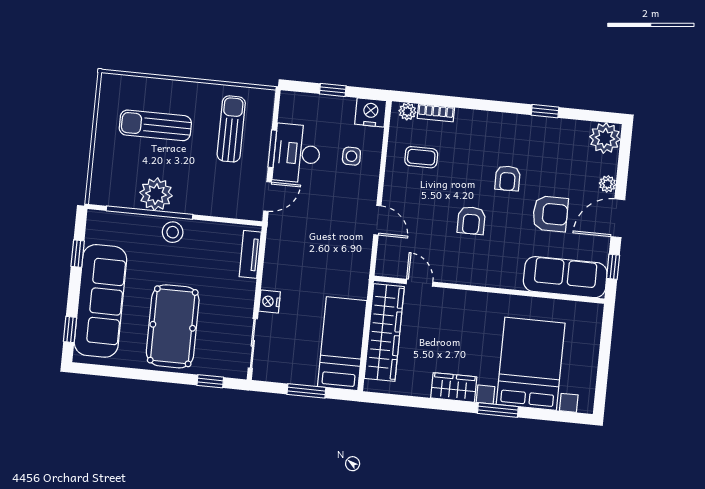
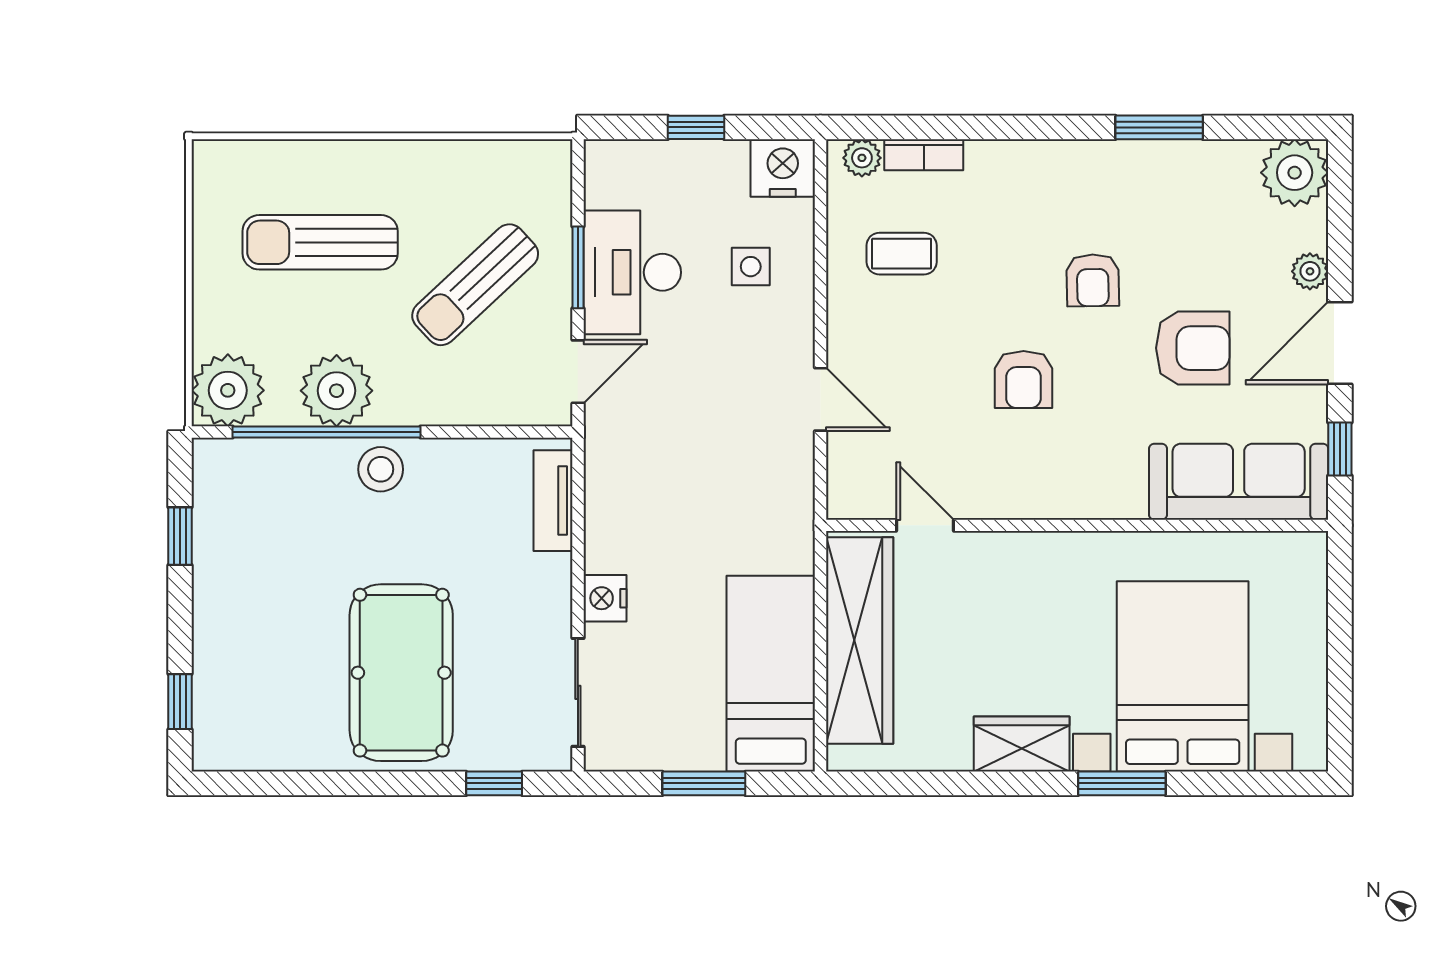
window: (545, 111) -> (1159, 127), width x1.50
sun lounger: (231, 129) -> (475, 285), moved, turned -133
plant: (106, 189) -> (228, 390), added
sofa: (100, 301) -> (240, 633), removed

